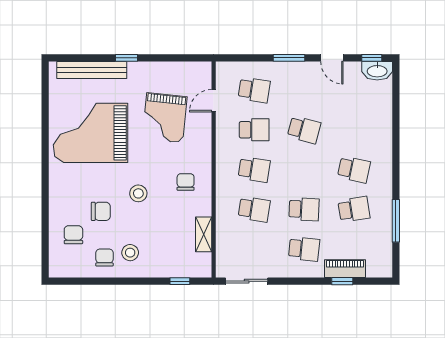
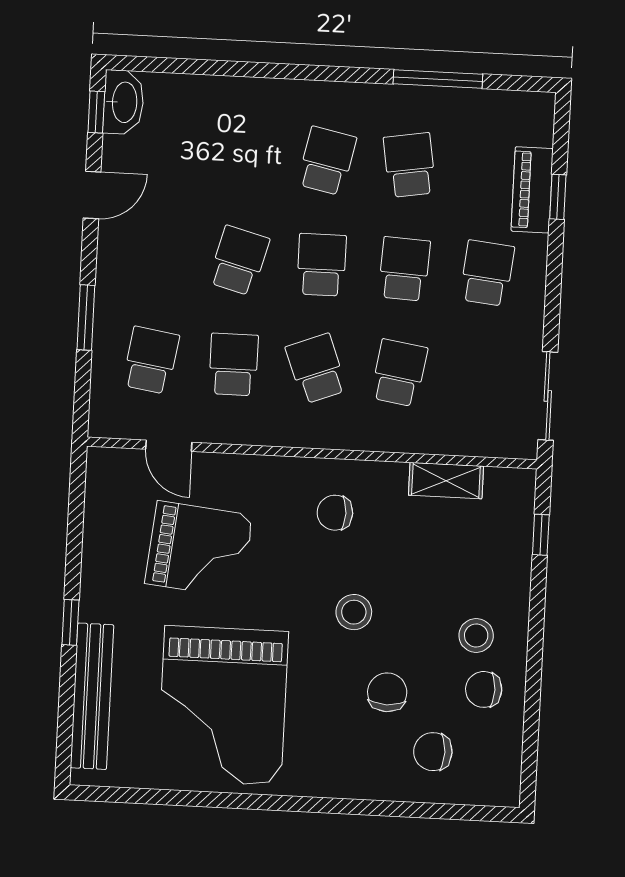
window: (289, 58) -> (86, 318), moved
school desk: (254, 170) -> (316, 369), turned -30
school desk: (304, 170) -> (322, 265), added

